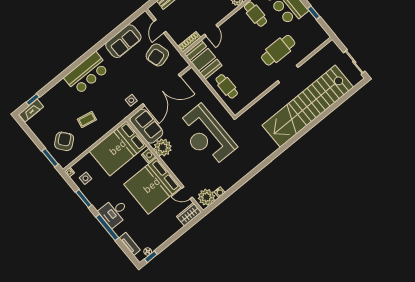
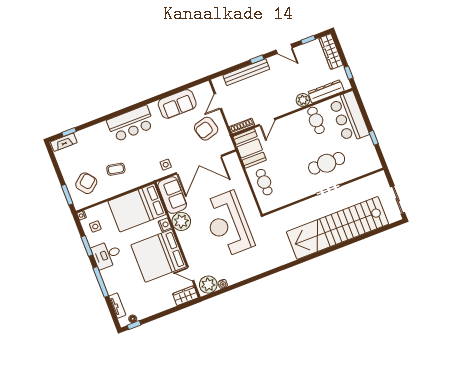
desk: (114, 212) -> (107, 255), moved

